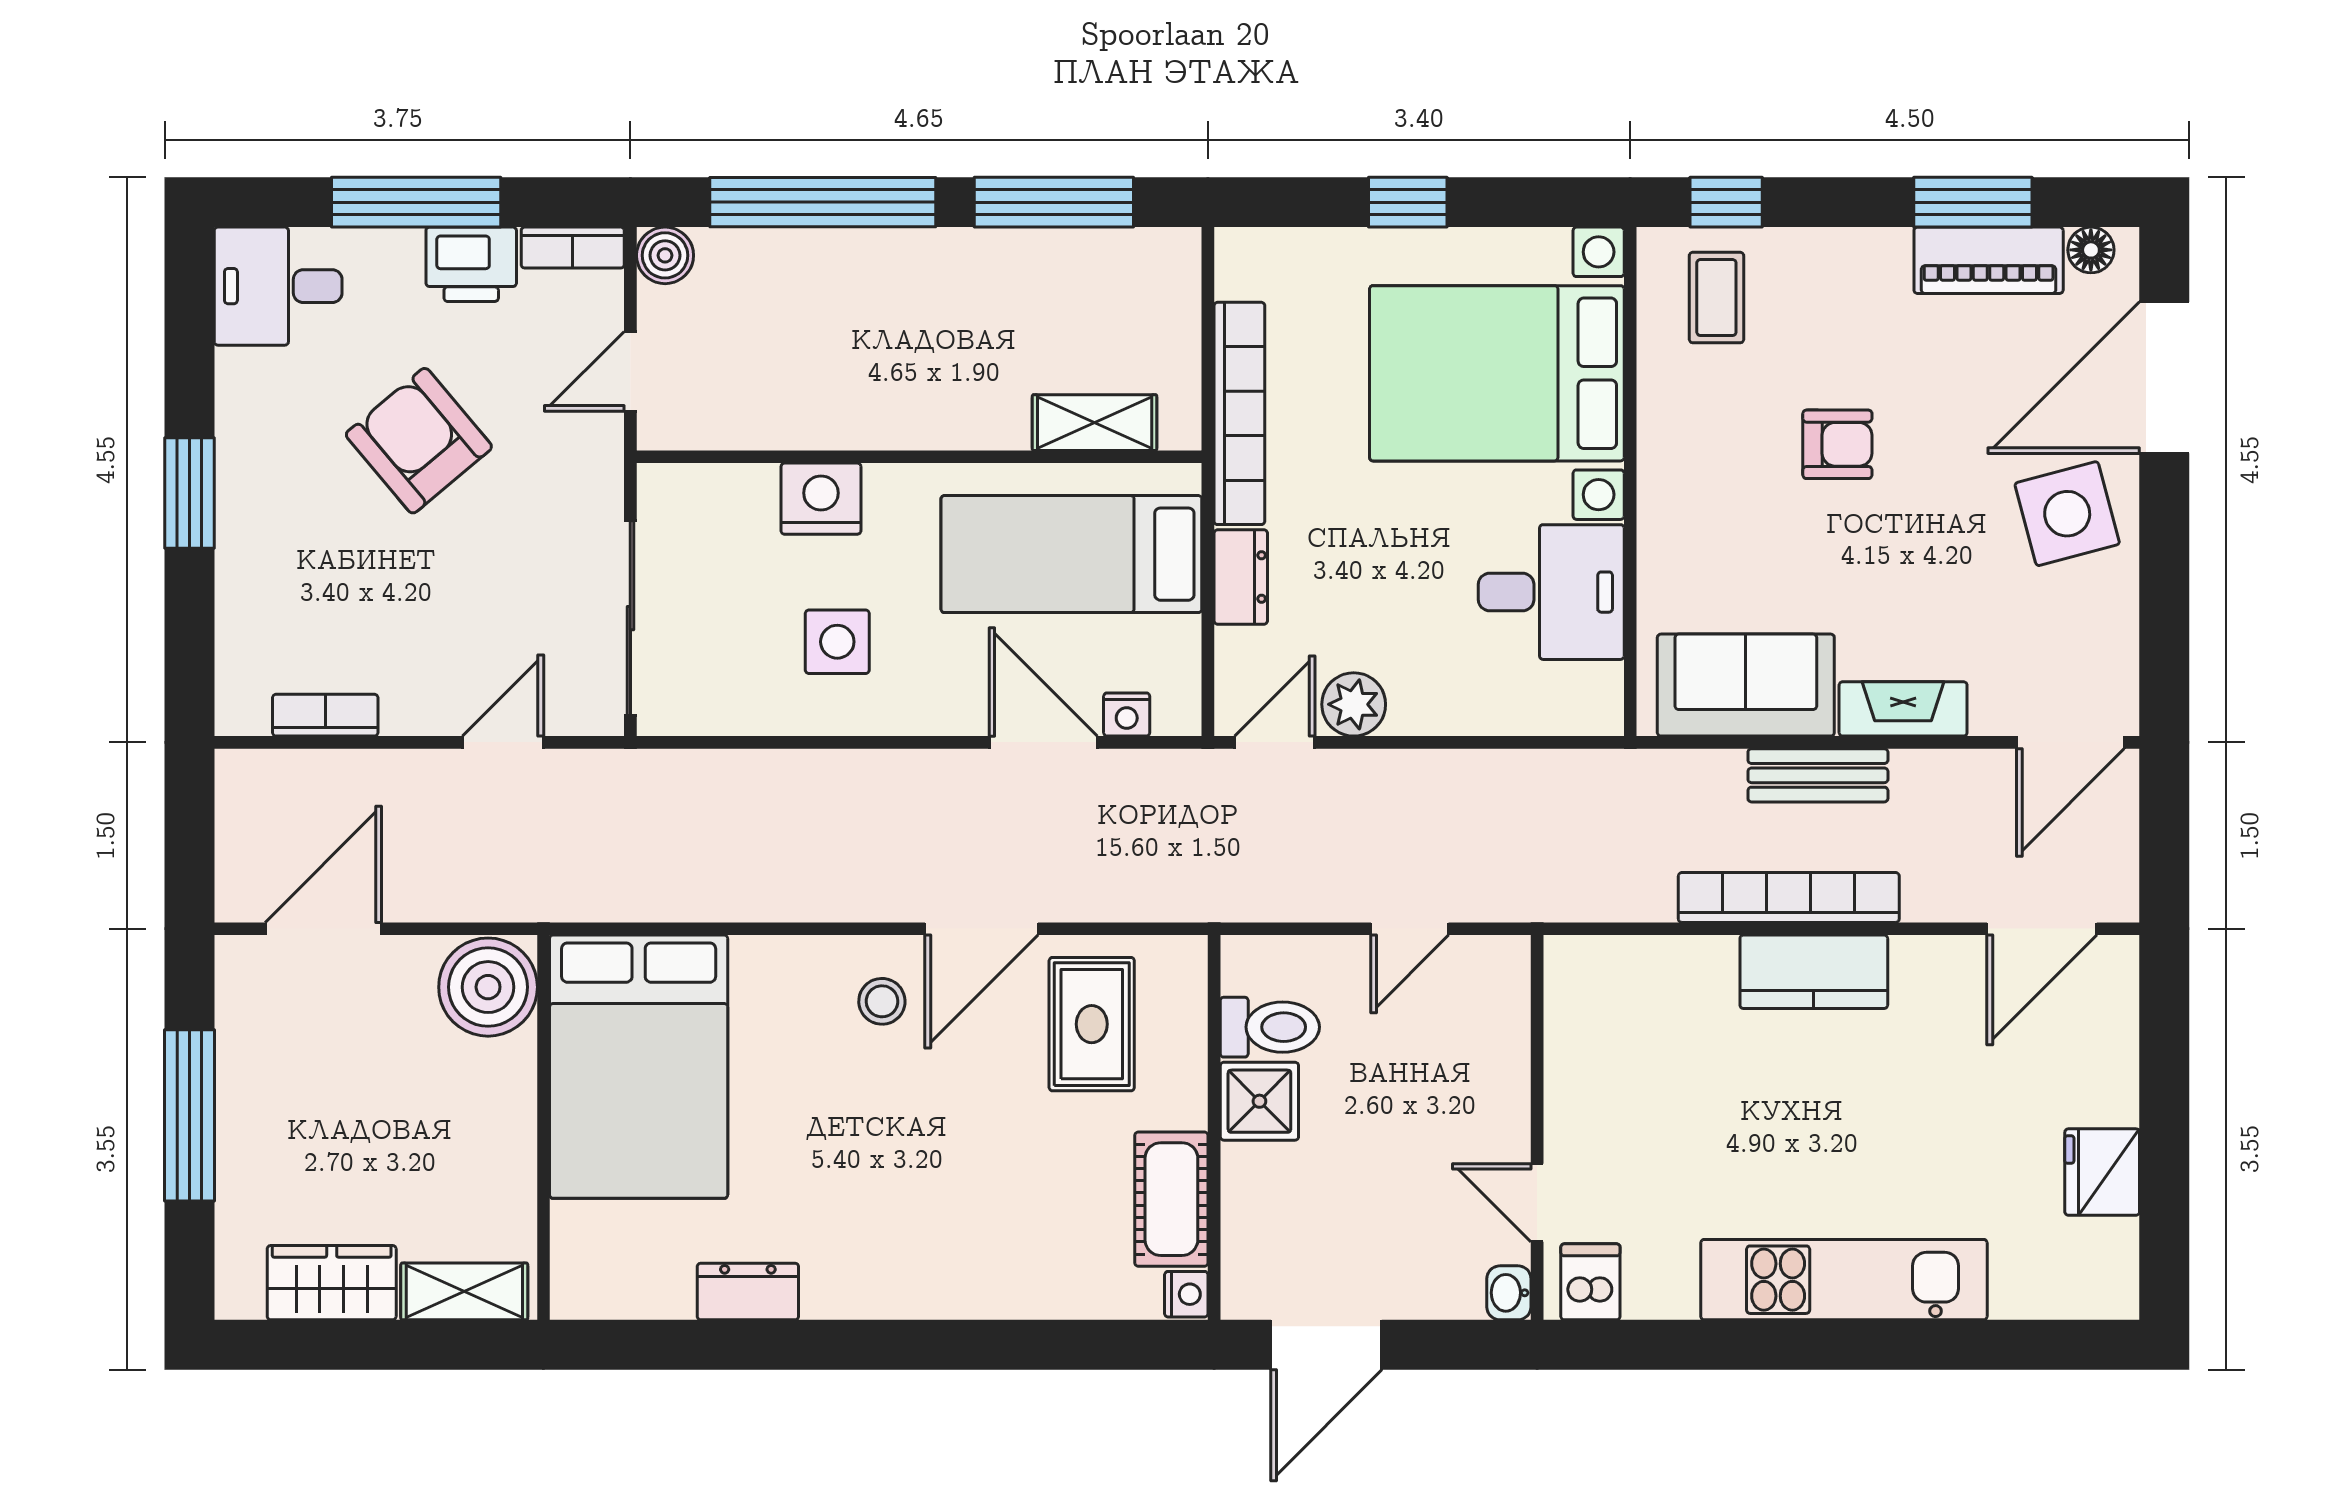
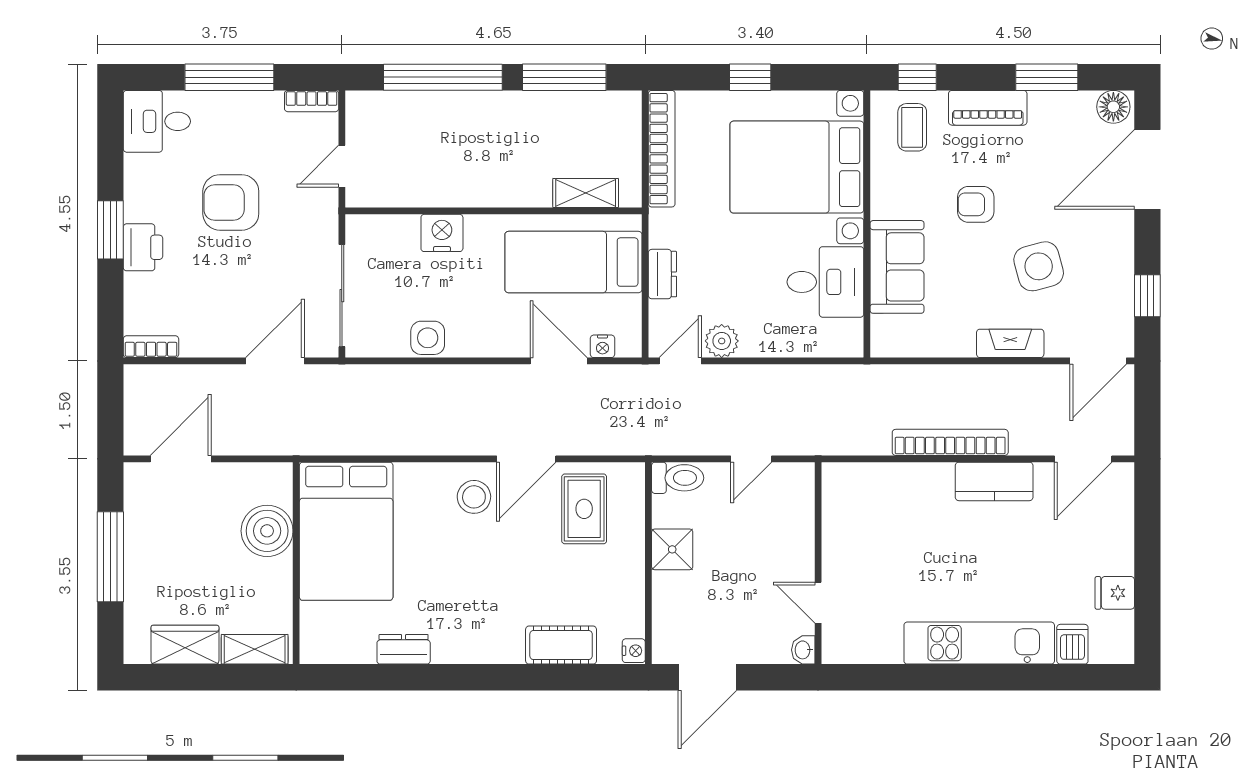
floor lamp: (2091, 250) -> (1113, 107), width x1.37, depth x1.37
boiler: (665, 255) -> (360, 105), removed
piano: (1989, 260) -> (988, 108), moved
printer: (471, 264) -> (143, 247), moved, turned -90
bookcase: (1239, 413) -> (662, 149), moved
armchair: (419, 441) -> (231, 202), turned -50
armchair: (1837, 444) -> (976, 204), turned 180
side table: (2067, 514) -> (1039, 266), moved
window: (2164, 618) -> (1147, 296), added
side table: (837, 642) -> (428, 338), moved
sofa: (1746, 685) -> (897, 267), moved, turned 90
bookcase: (325, 715) -> (151, 347), moved
door: (503, 742) -> (275, 361), width x1.38
bench: (1818, 775) -> (965, 378), removed
kitchen counter: (1814, 972) -> (994, 481), moved
boiler: (488, 987) -> (267, 531), moved
stool: (882, 1001) -> (474, 497), width x1.37, depth x1.37
toilet: (1270, 1027) -> (678, 478), moved
fridge: (2102, 1172) -> (1115, 593), width x0.72
cot: (1171, 1199) -> (561, 645), moved, turned 90
dishwasher: (1590, 1282) -> (1072, 644), moved

